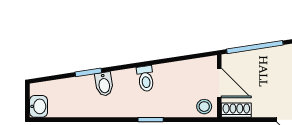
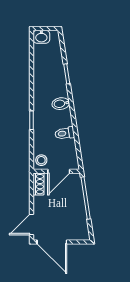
toilet: (146, 79) -> (65, 133), moved
bidet: (104, 84) -> (61, 104), moved

